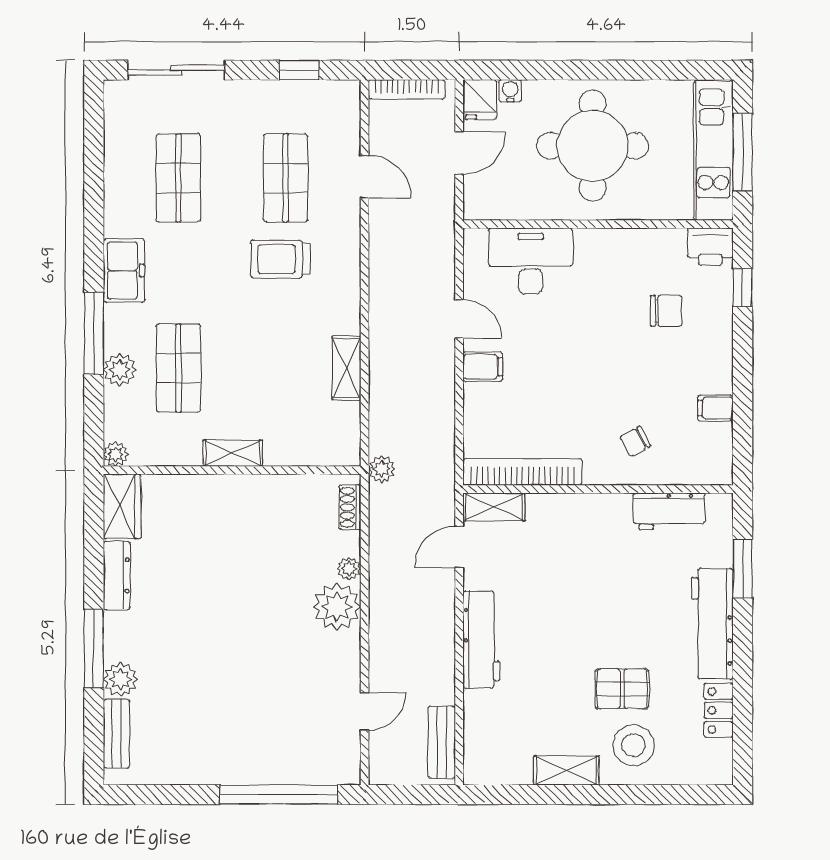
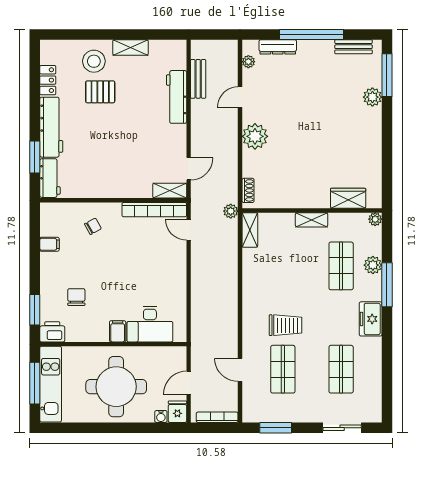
sliding door: (176, 70) -> (342, 428), width x0.73
window: (299, 70) -> (276, 428), width x1.50
window: (743, 288) -> (35, 310), width x1.50
chair: (666, 311) -> (76, 297), turned 90
door: (459, 319) -> (189, 230), moved
filing cabinet: (483, 367) -> (118, 331), moved, turned 90
shelving: (346, 368) -> (250, 230), moved
wardrobe: (122, 506) -> (348, 198), moved, turned 90
workbench: (669, 511) -> (50, 178), moved, turned 90
plant: (349, 569) -> (248, 62), moved
dresser: (117, 575) -> (278, 47), moved, turned -90
workbench: (481, 640) -> (177, 97), moved
window: (94, 649) -> (387, 75), moved
door: (365, 711) -> (240, 97), moved
bench: (116, 734) -> (354, 47), moved, turned 90
bench: (442, 742) -> (198, 79), moved
window: (279, 795) -> (312, 34), moved

